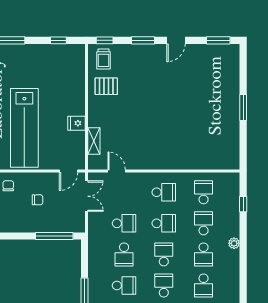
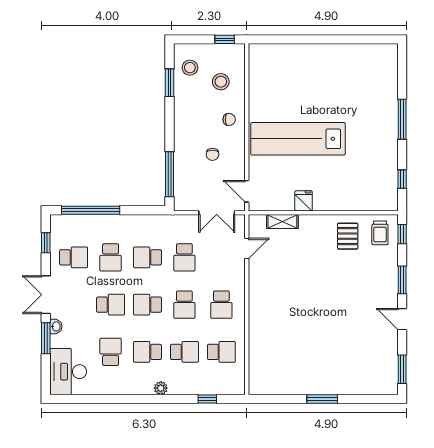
trolley: (103, 59) -> (380, 233), turned -90
school desk: (164, 254) -> (147, 305), turned 180
school desk: (204, 285) -> (111, 352), turned 90

